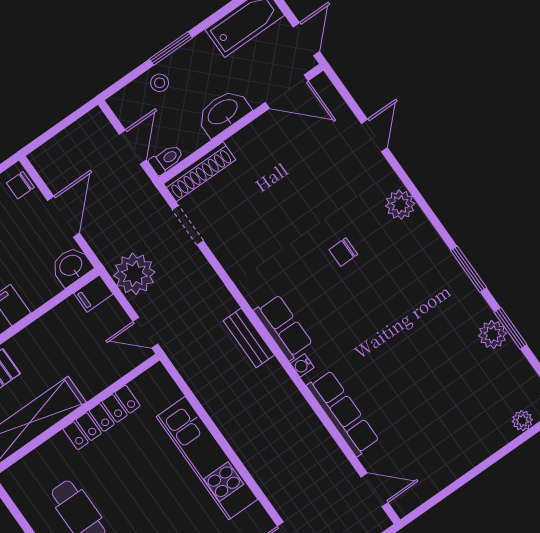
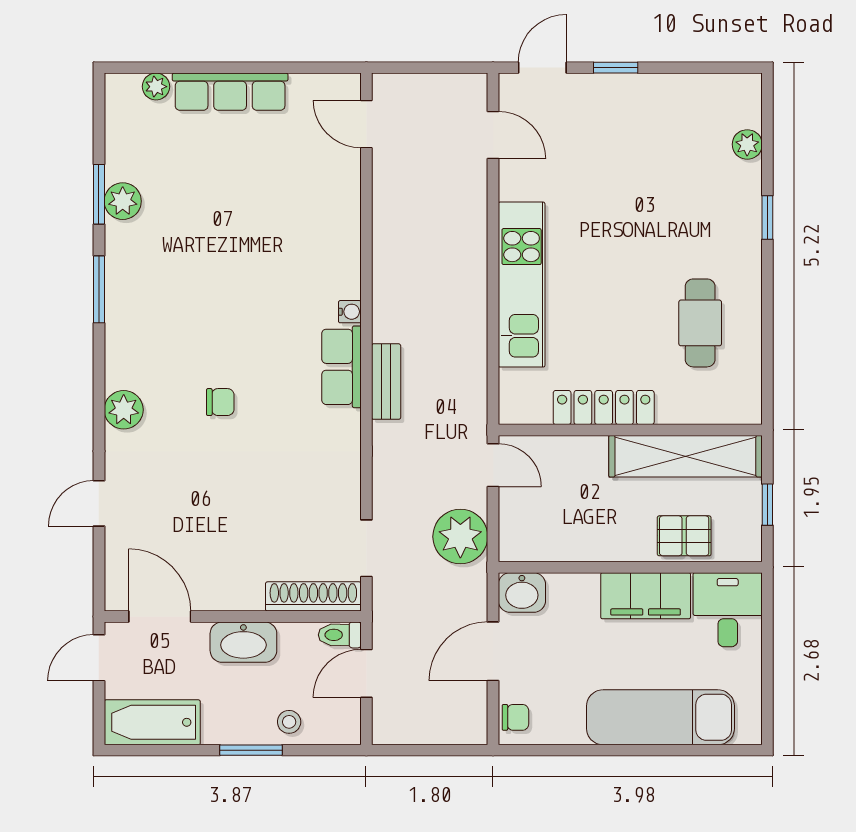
filing cabinet: (93, 294) -> (519, 546), removed
row of seats: (343, 413) -> (230, 92), moved, turned -90

